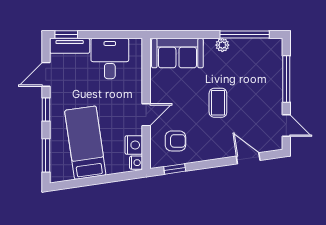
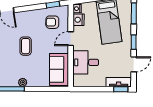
sofa: (177, 53) -> (59, 69), moved, turned -90
desk: (110, 59) -> (86, 62), moved, turned 90

